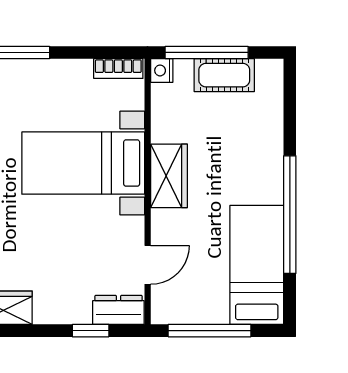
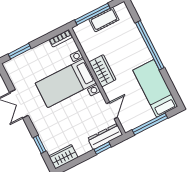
nightstand: (162, 70) -> (78, 30), removed
window: (290, 215) -> (150, 45), moved
dresser: (118, 310) -> (105, 137), width x1.44

